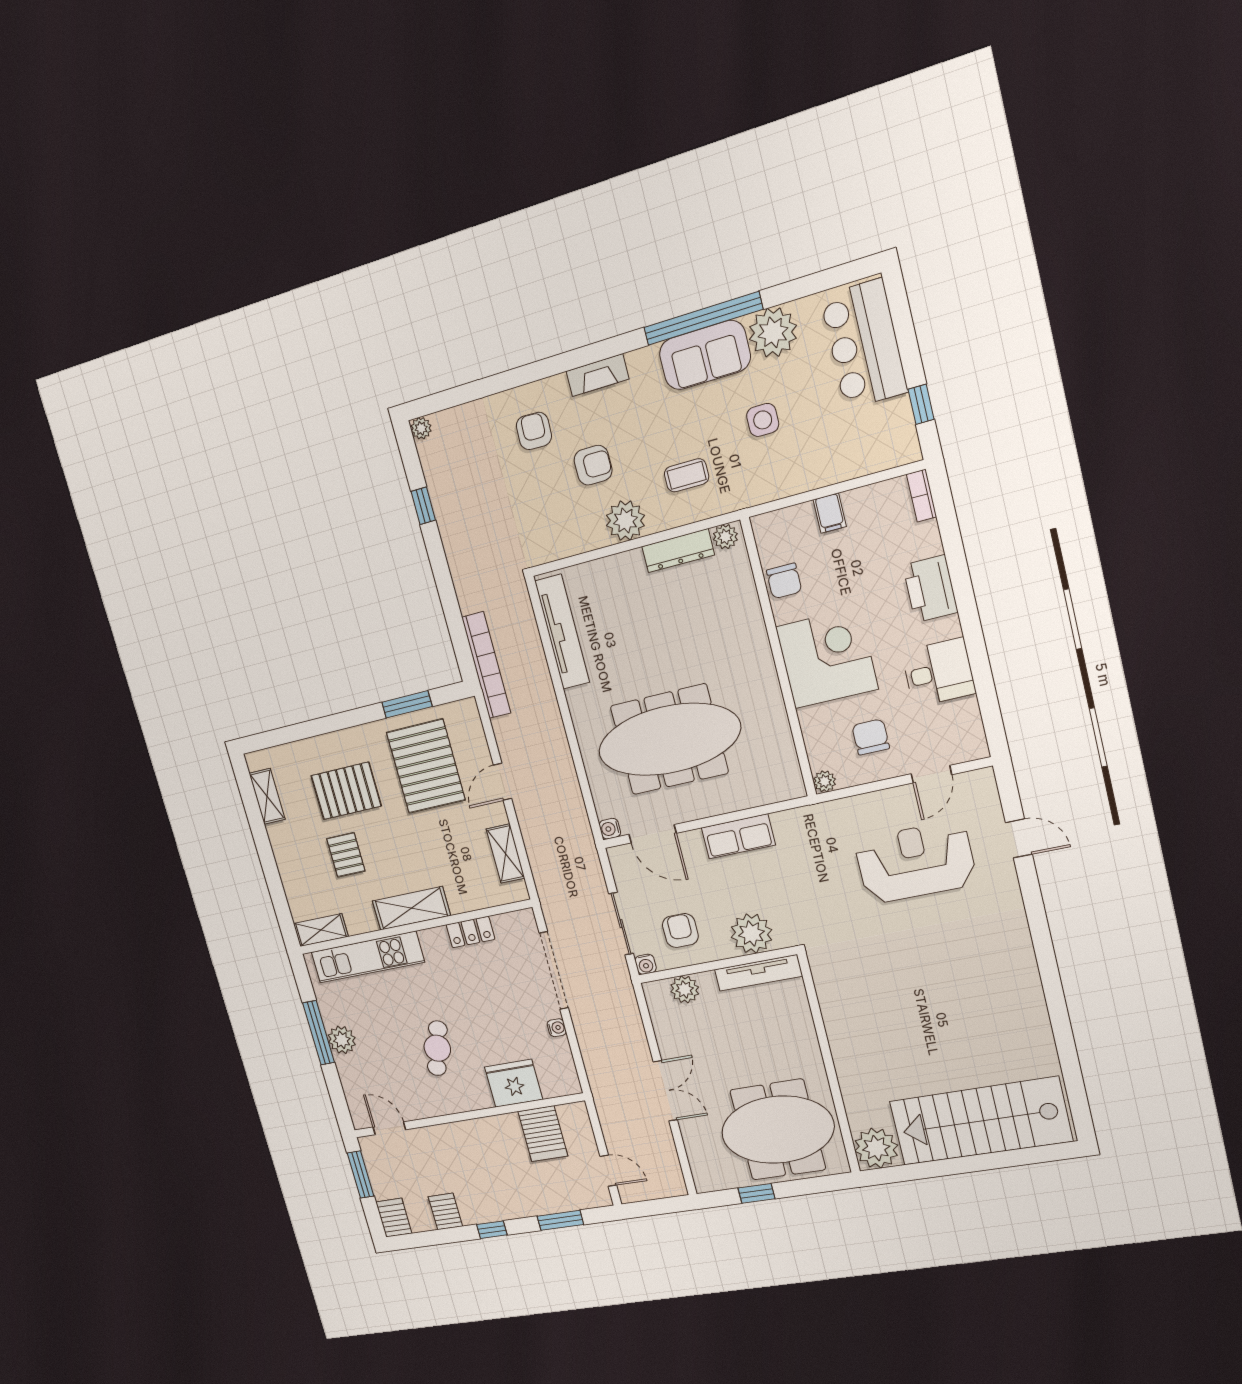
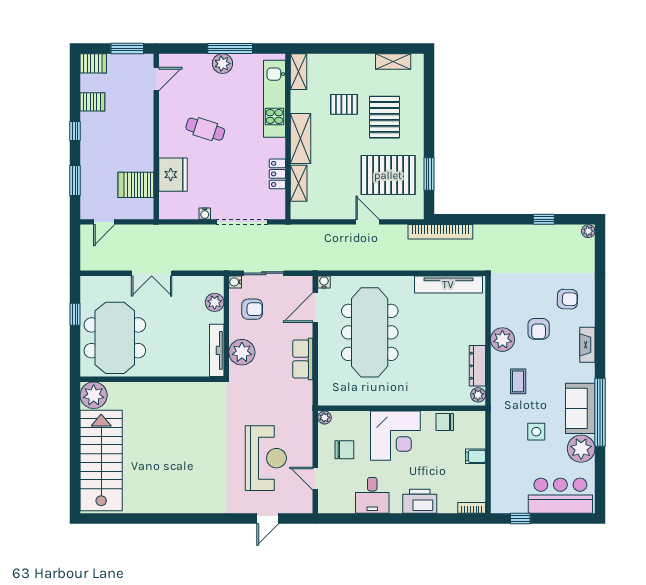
shelving: (505, 854) -> (299, 183), moved, turned 90

